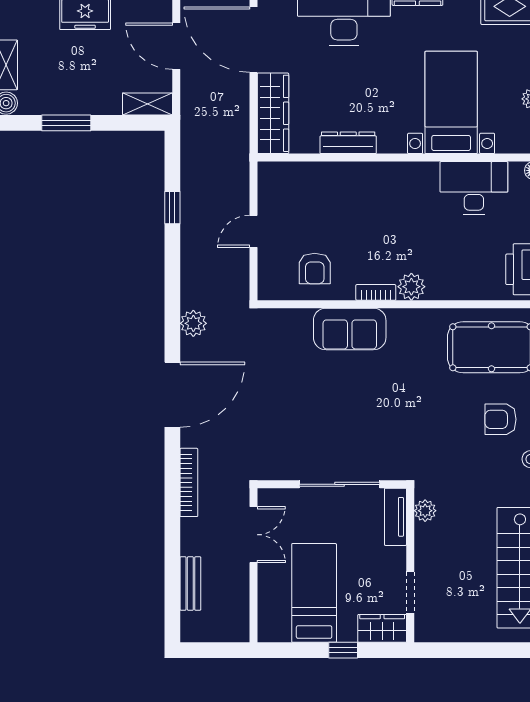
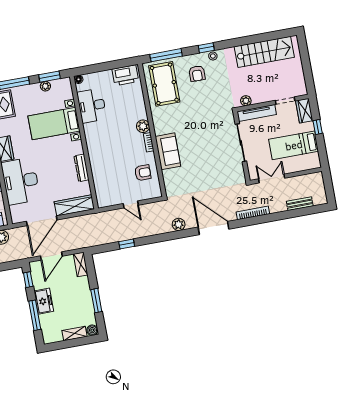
tv unit: (395, 517) -> (257, 113), width x1.41

